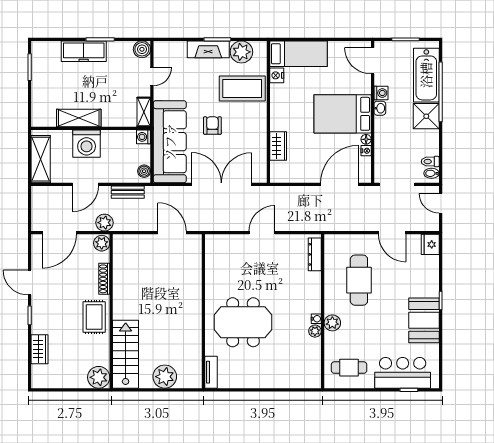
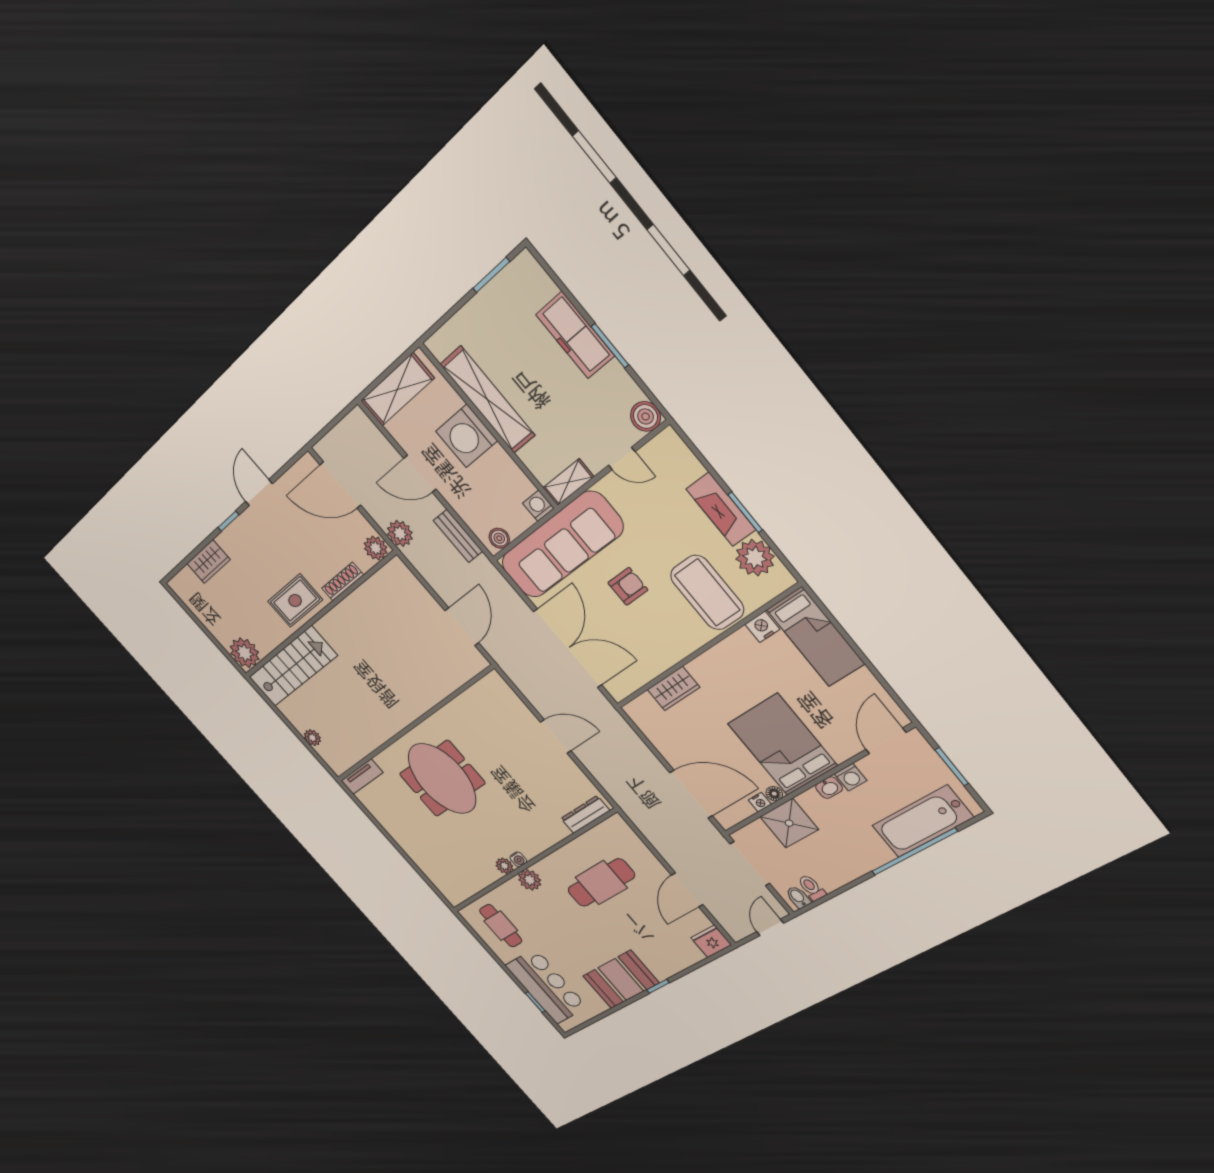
shower: (426, 116) -> (789, 823), moved
shelving: (79, 118) -> (488, 400), width x1.47
plant: (165, 377) -> (312, 738), width x0.53, depth x0.53

